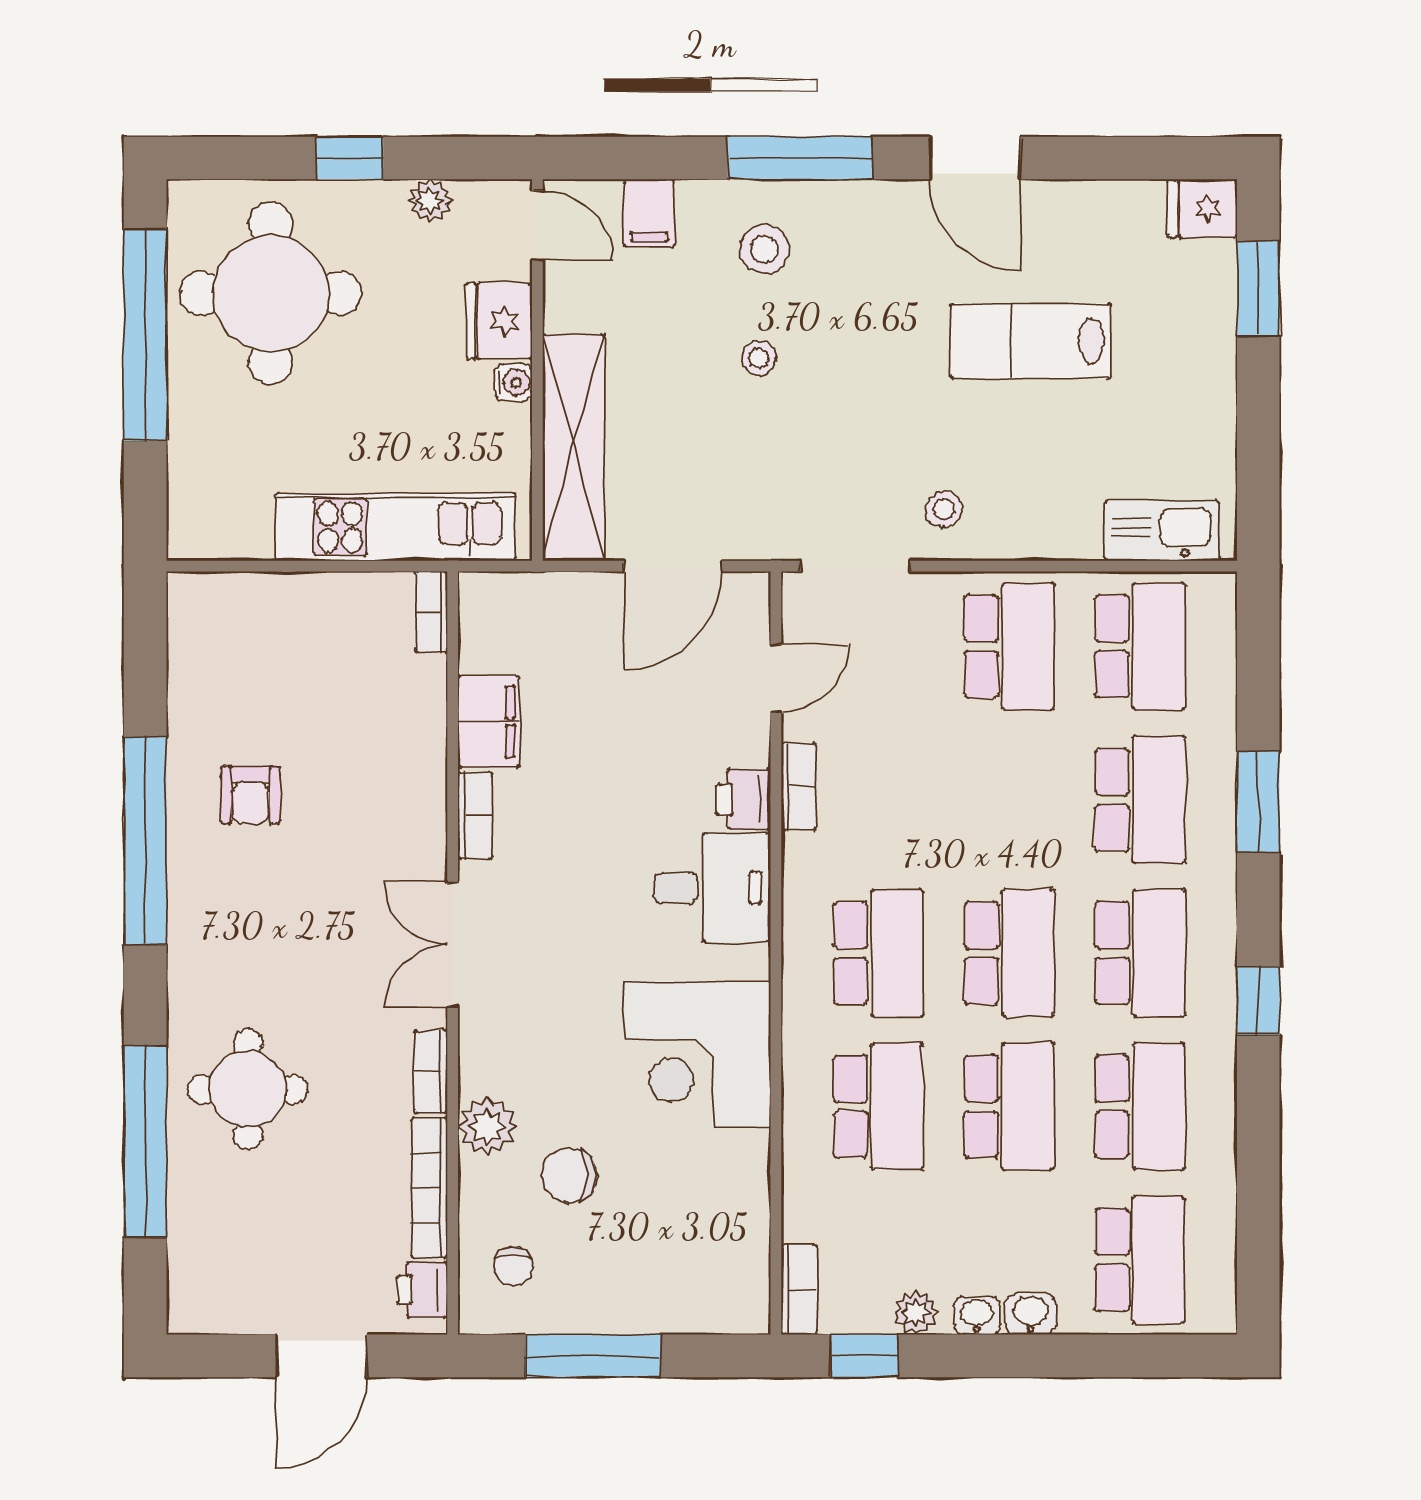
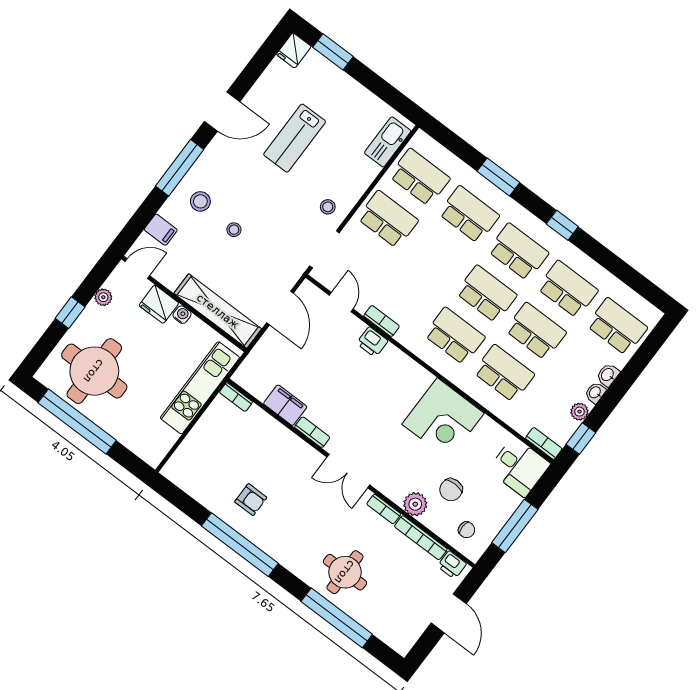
desk: (712, 888) -> (519, 467), moved, turned 90

